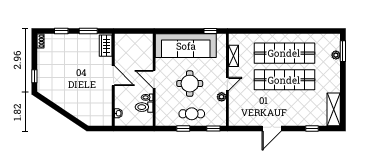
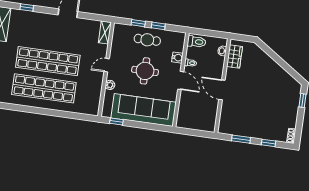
wardrobe: (106, 46) -> (234, 56), moved
shelving: (234, 56) -> (105, 32), moved
plant: (222, 97) -> (110, 85), moved
water cooler: (160, 101) -> (177, 58), added
toilet: (144, 107) -> (197, 42), moved
window: (213, 129) -> (138, 23), moved

